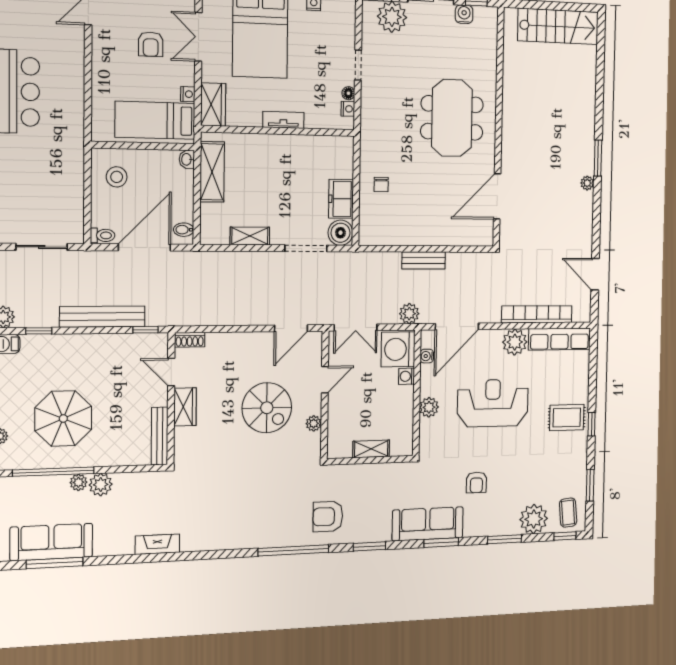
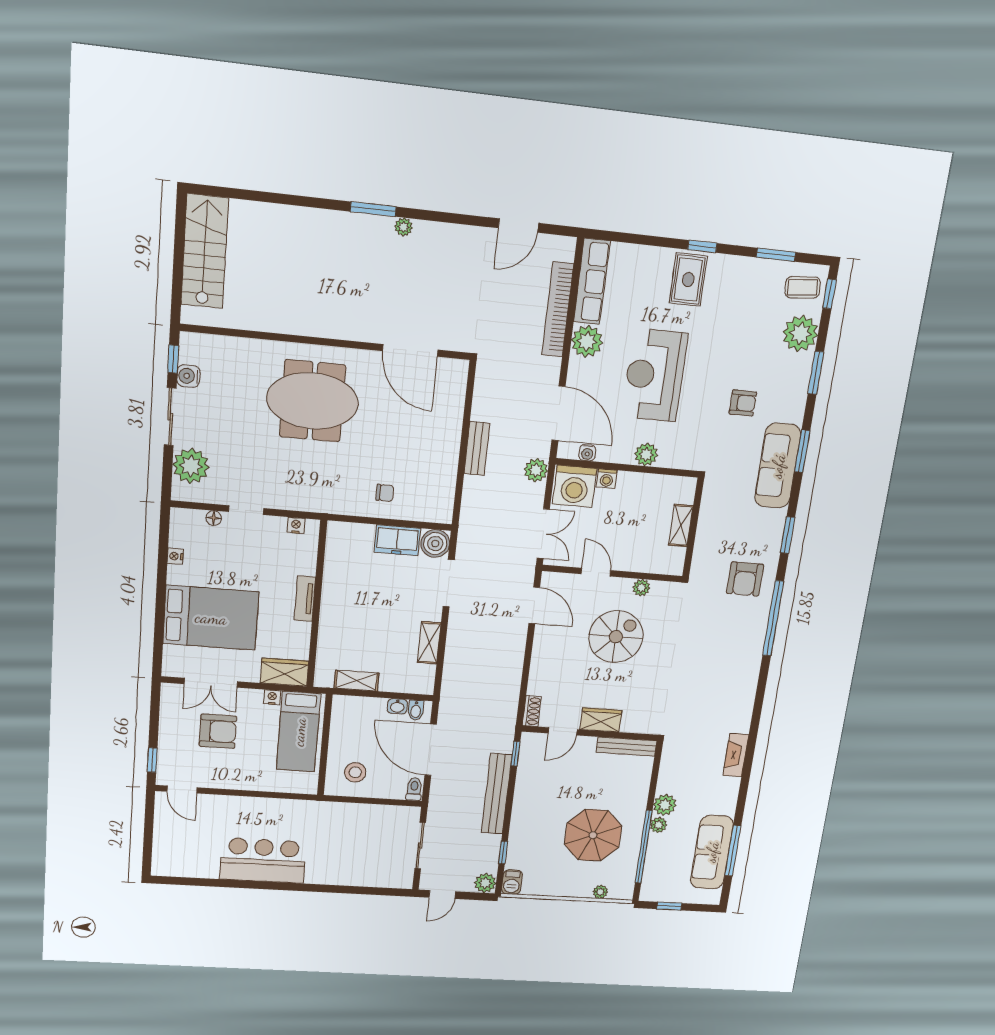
armchair: (151, 44) -> (218, 731), width x1.38, depth x1.38
floor lamp: (348, 93) -> (214, 518), moved
washbasin: (187, 159) -> (397, 706), moved
shelving: (212, 172) -> (357, 681), width x0.67, depth x0.75

